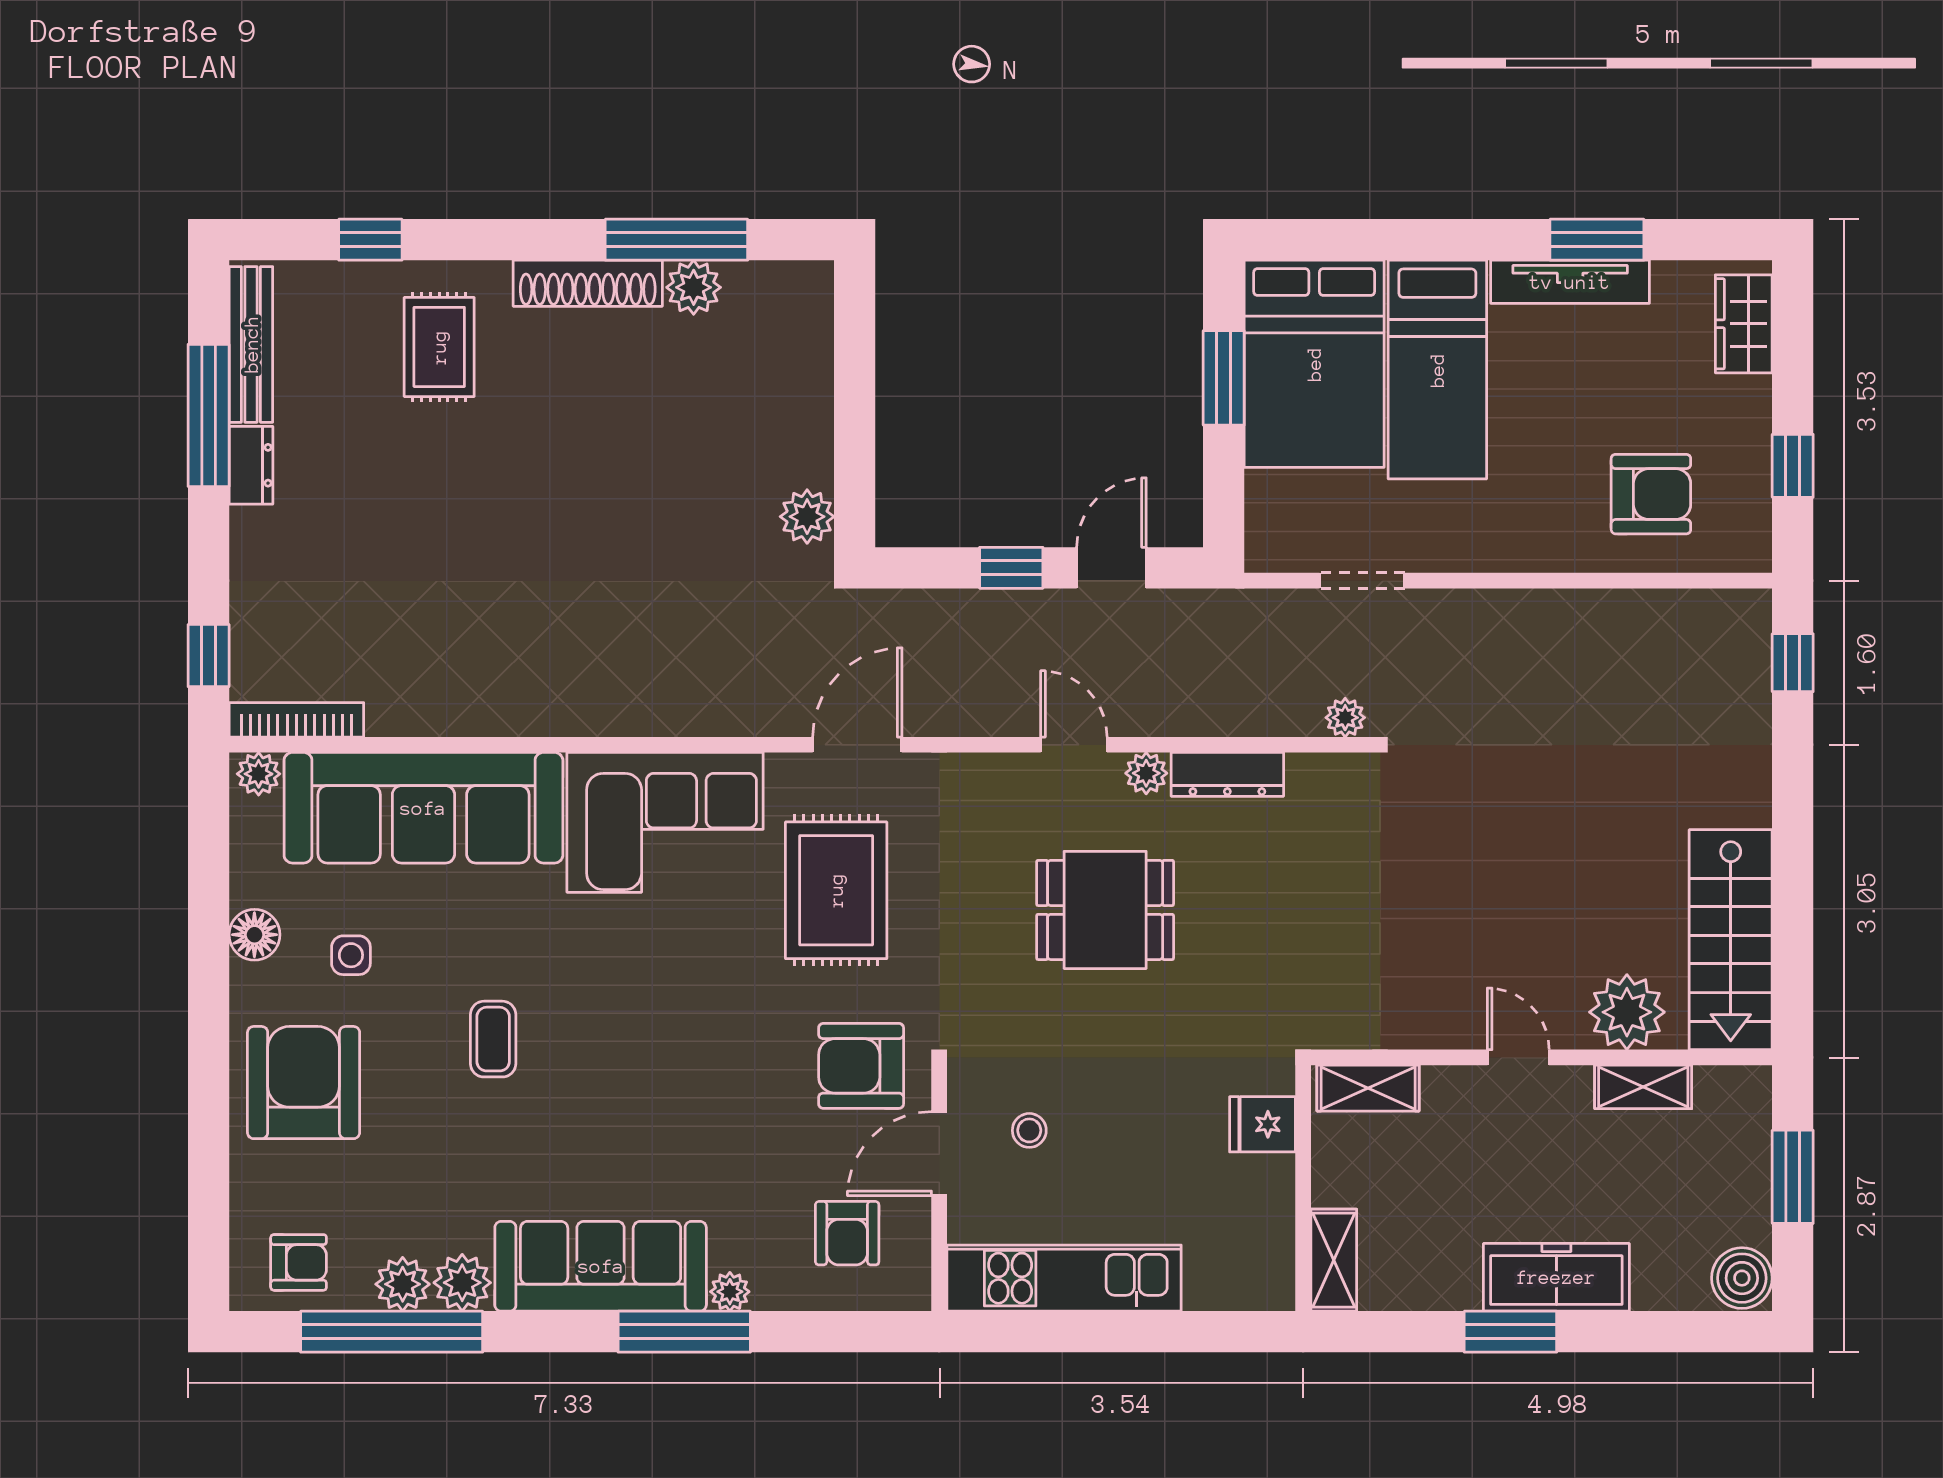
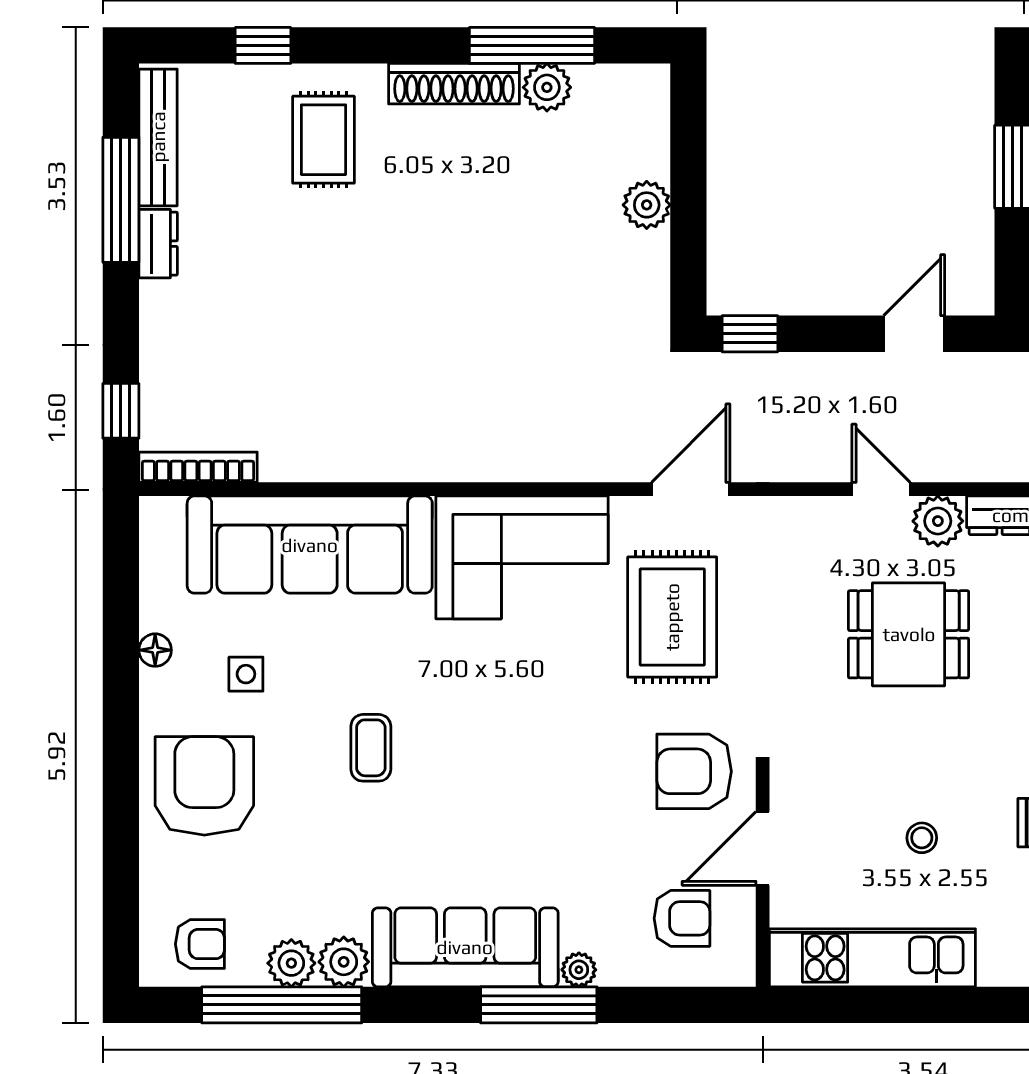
plant: (807, 517) -> (647, 205), moved
window: (1011, 568) -> (750, 334), moved
plant: (1146, 773) -> (938, 521), width x1.38, depth x1.38
plant: (259, 774) -> (165, 515), removed
floor lamp: (254, 935) -> (155, 650), width x0.73, depth x0.73
stool: (1029, 1130) -> (922, 838), moved
armchair: (847, 1233) -> (682, 918), turned -90

